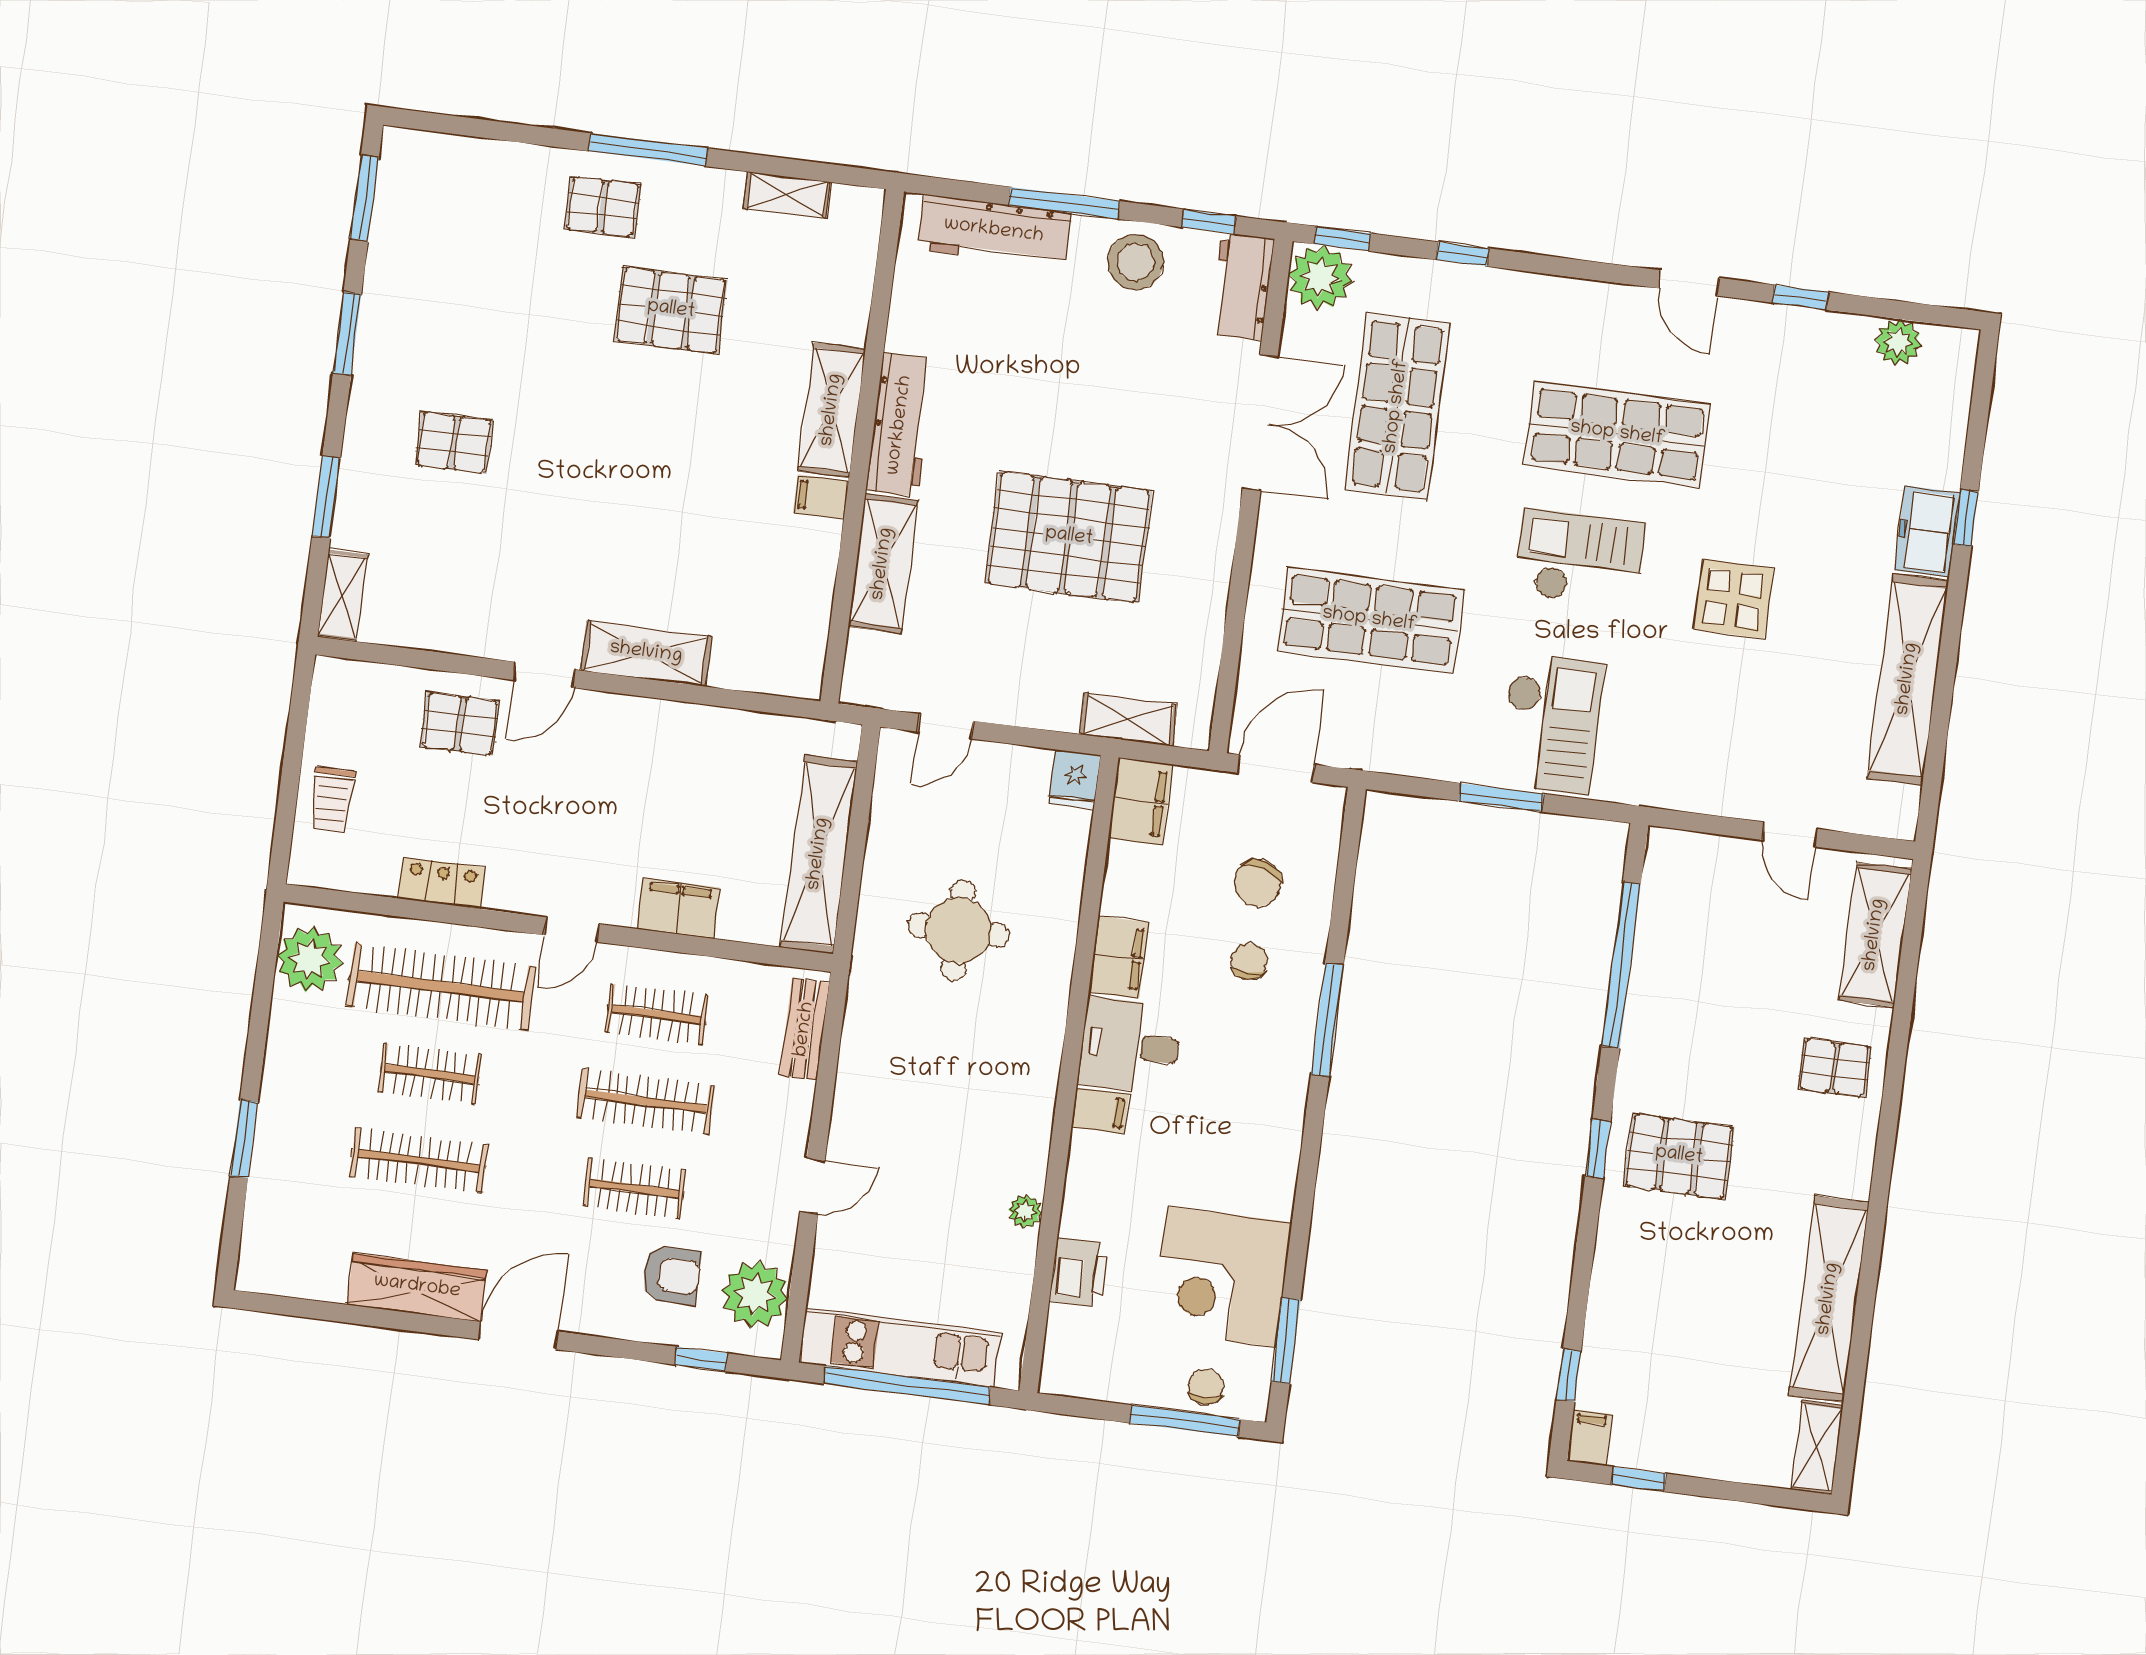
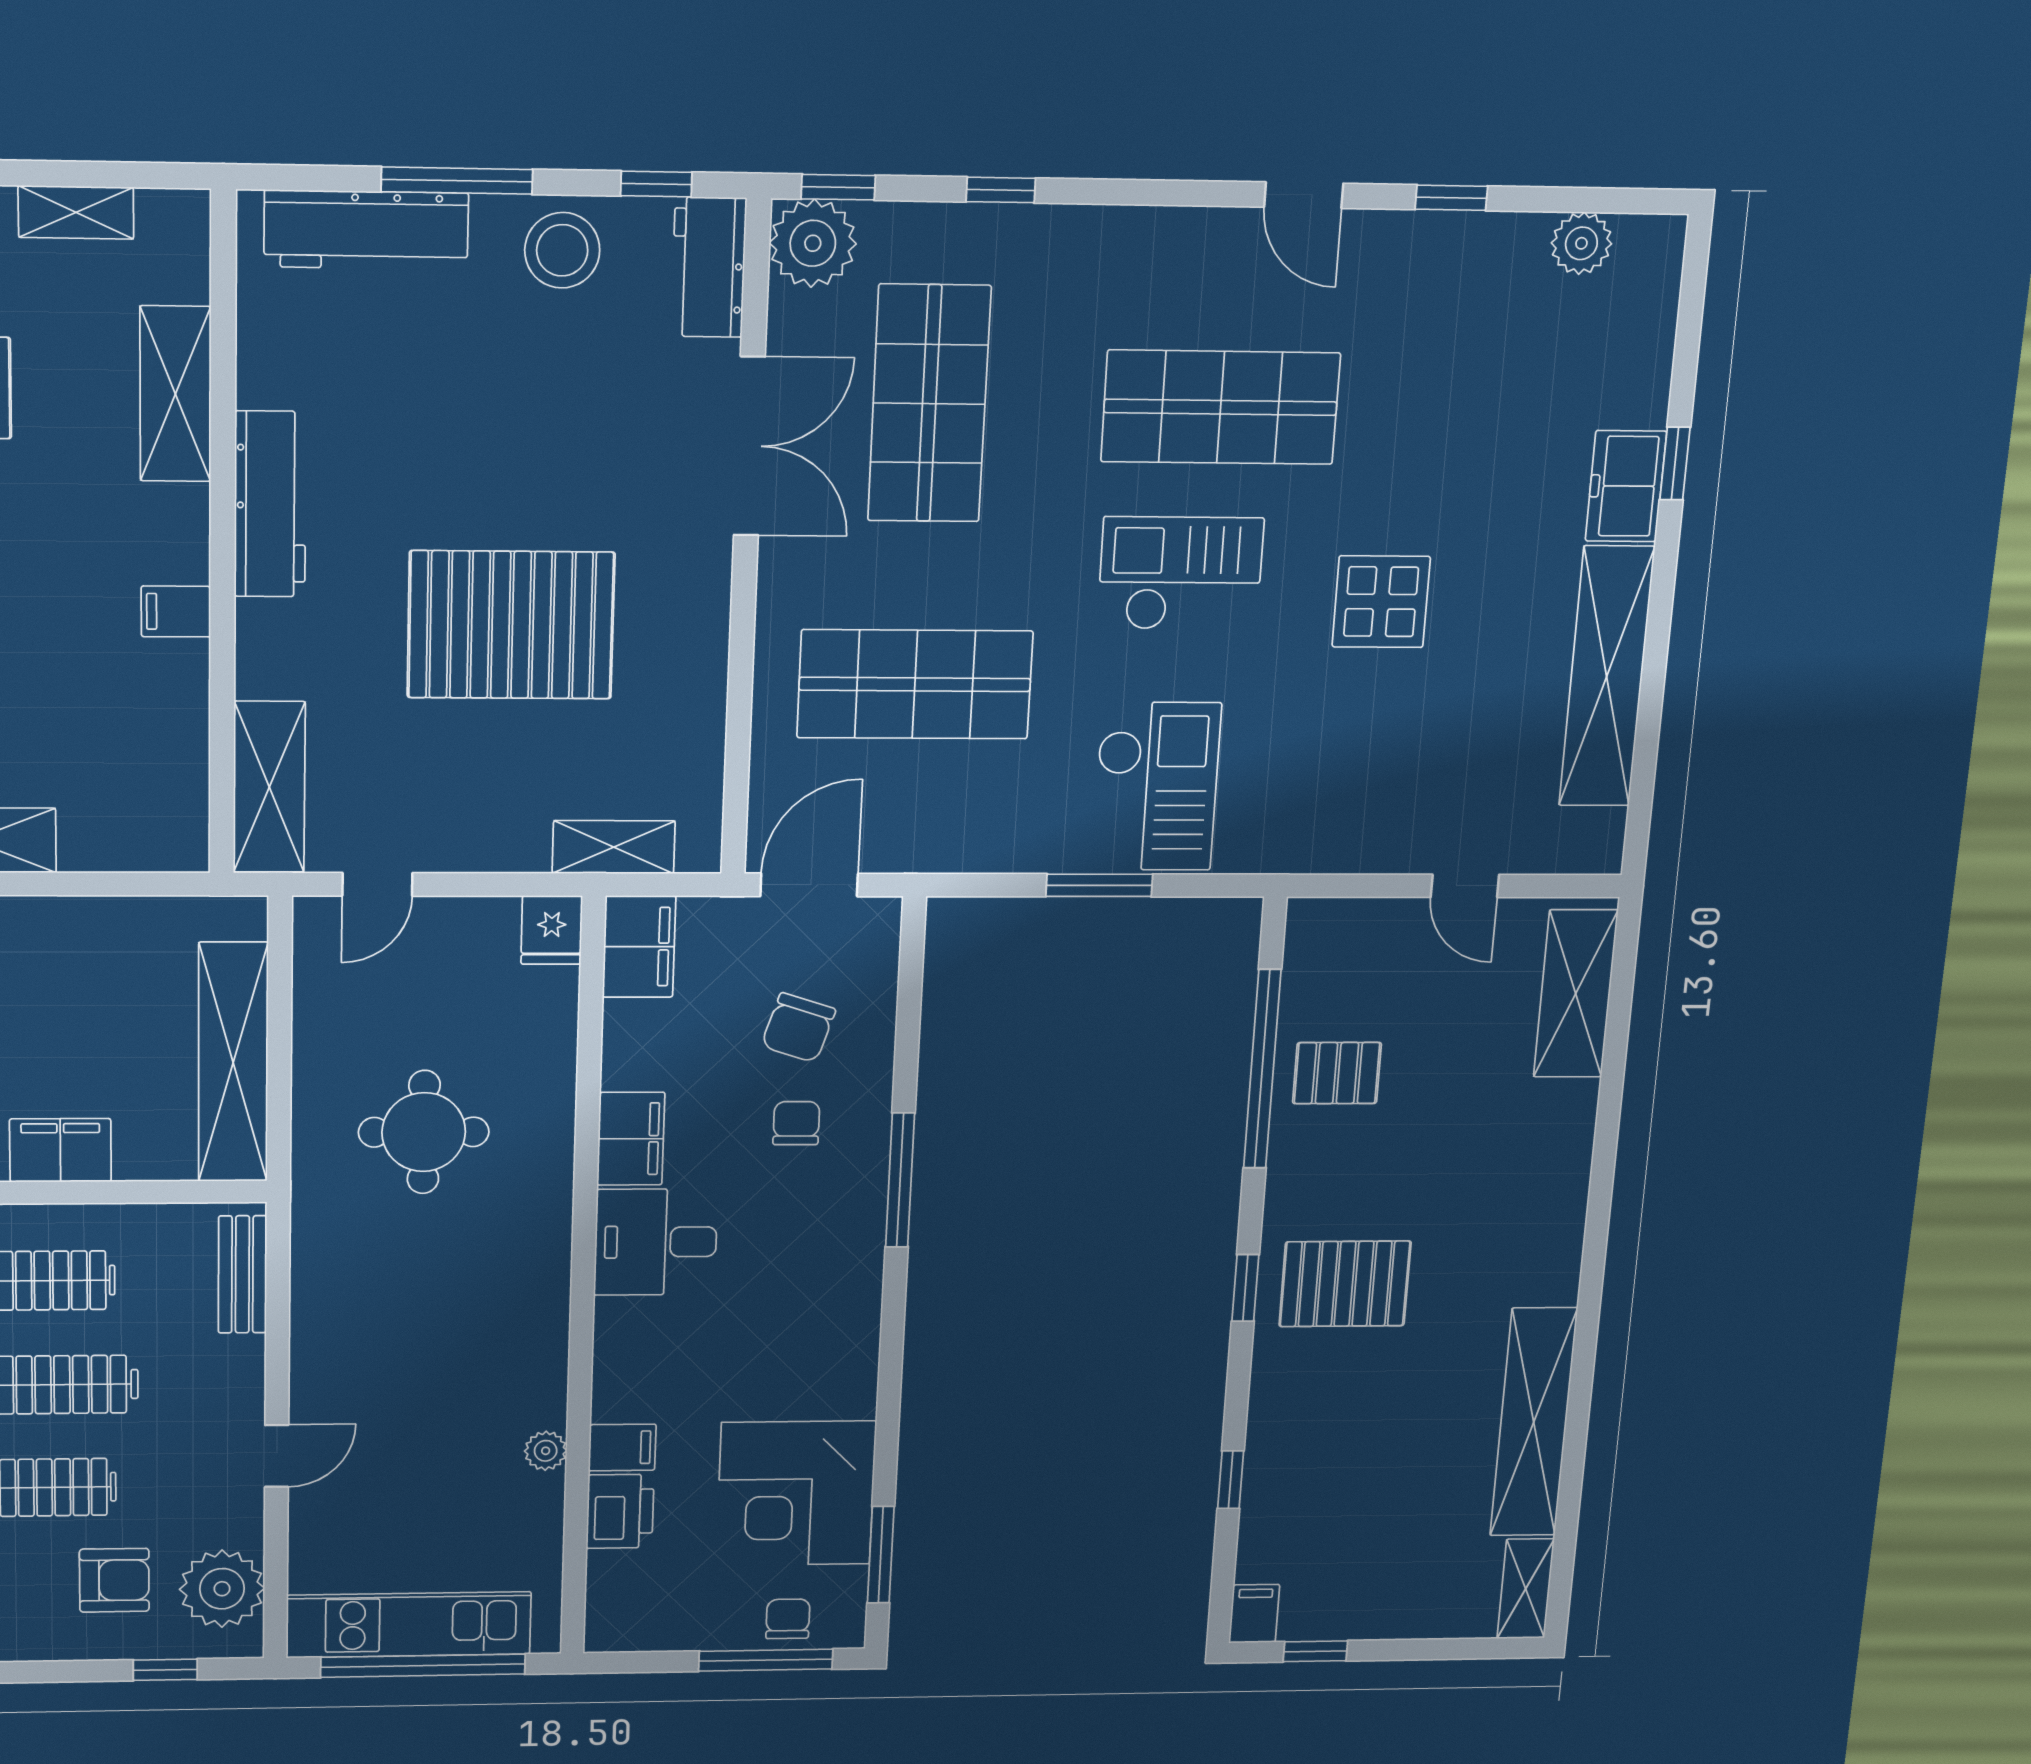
shelving: (832, 410) -> (175, 394), moved
shelving: (883, 564) -> (269, 787), moved
pallet: (1834, 1068) -> (1337, 1073), moved
filing cabinet: (1100, 1111) -> (622, 1447), moved
window: (1569, 1375) -> (1231, 1480), moved

